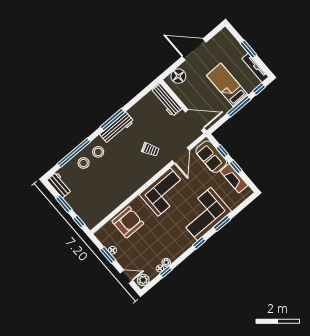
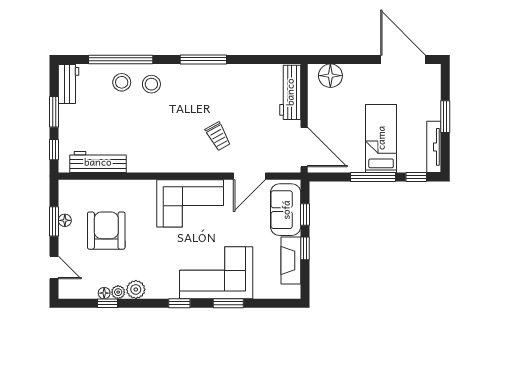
door: (194, 49) -> (403, 59), moved
workbench: (117, 128) -> (98, 162), moved, turned 180
armchair: (128, 222) -> (106, 231), moved, turned -90
plant: (143, 280) -> (136, 289), moved

